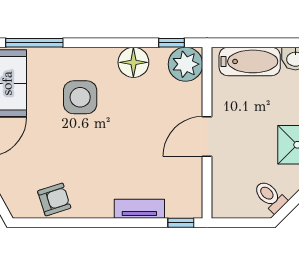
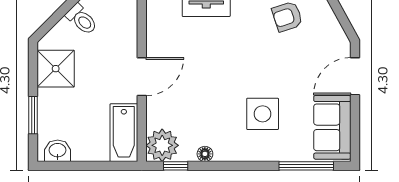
bathtub: (250, 61) -> (124, 133), moved, turned -90
floor lamp: (133, 62) -> (205, 154), width x0.53, depth x0.53

